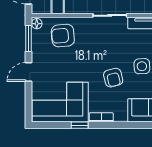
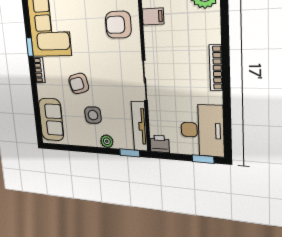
armchair: (63, 36) -> (118, 25), turned -85

